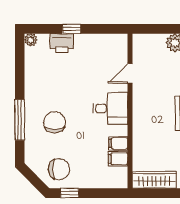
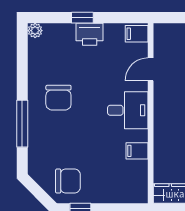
printer: (62, 43) -> (90, 34), moved
chair: (55, 122) -> (58, 98), moved, turned 180
filing cabinet: (118, 159) -> (137, 34), moved

